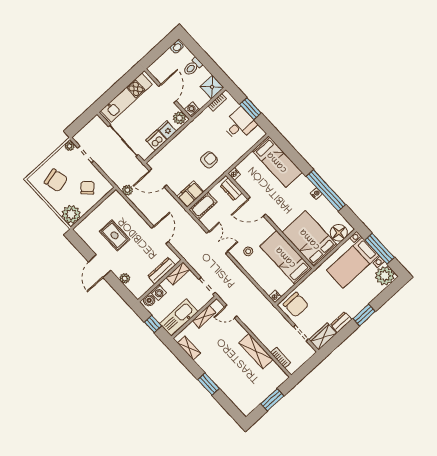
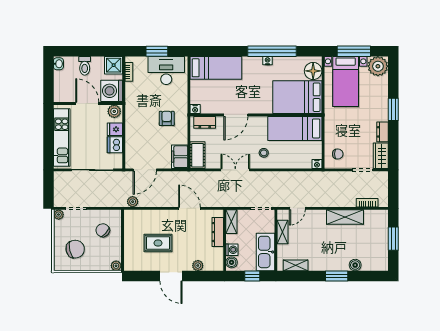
washing machine: (192, 109) -> (112, 91), width x1.89, depth x1.89
desk: (240, 124) -> (166, 70), width x1.37
plant: (71, 214) -> (116, 266), width x0.53, depth x0.53
chair: (296, 305) -> (338, 154), width x0.54, depth x0.54
boiler: (228, 390) -> (355, 265), added

